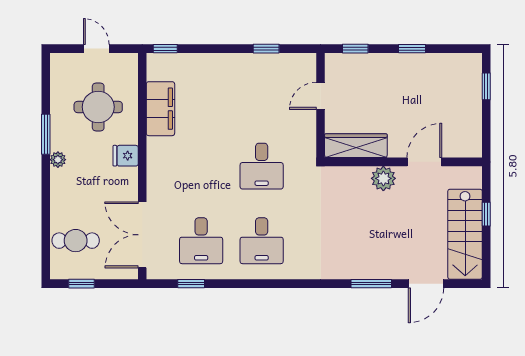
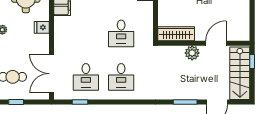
wardrobe: (356, 146) -> (176, 34), moved
wall: (403, 162) -> (204, 43), moved
door: (424, 162) -> (216, 43), moved
plant: (383, 178) -> (192, 53), moved

